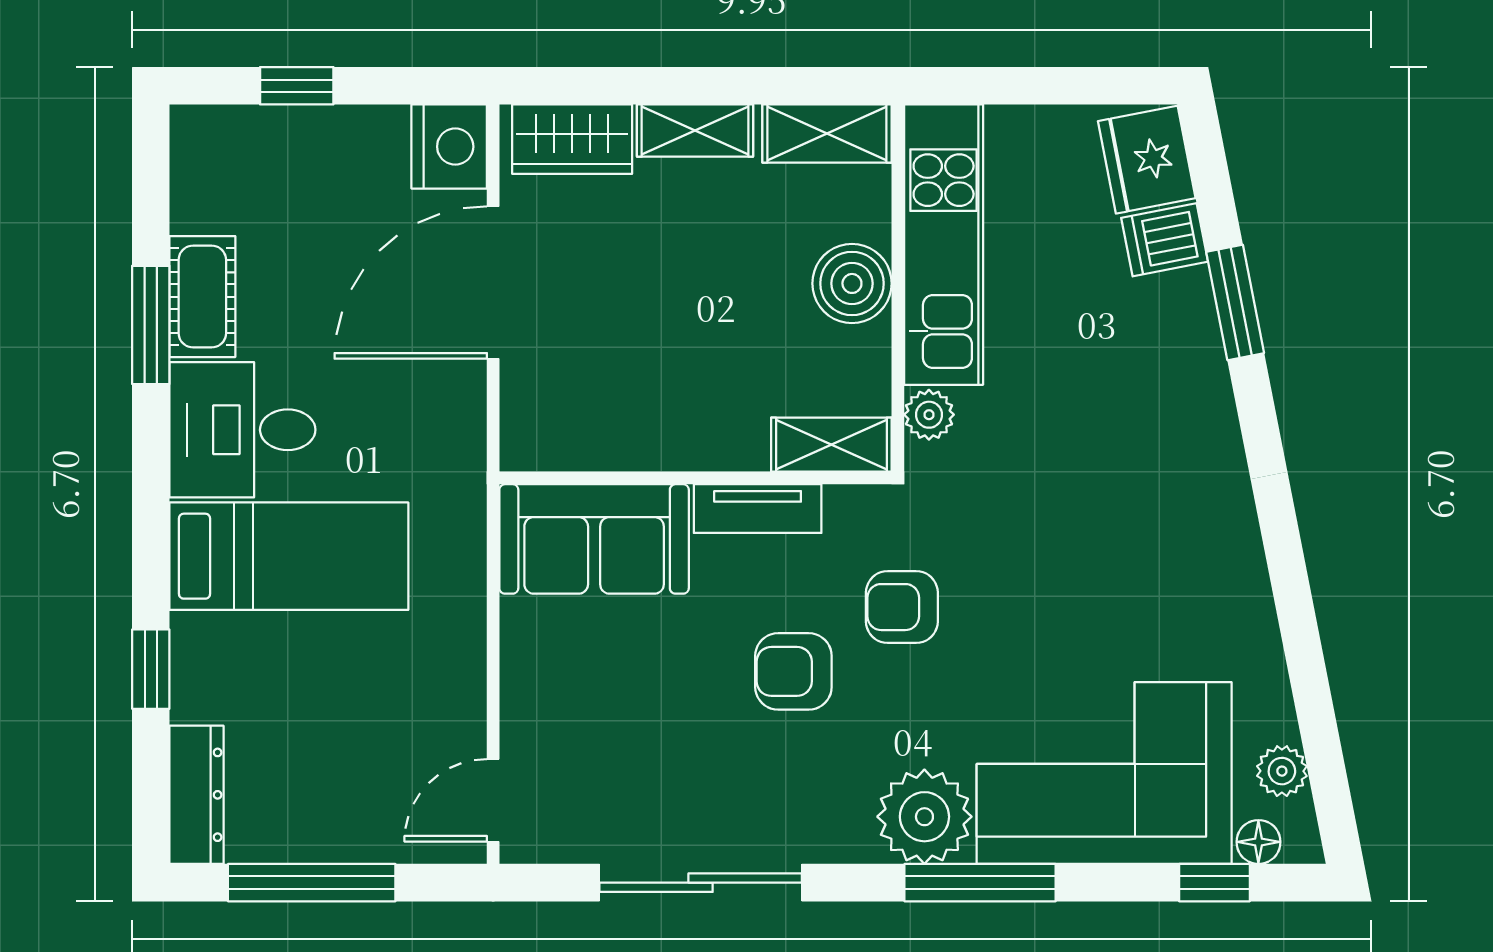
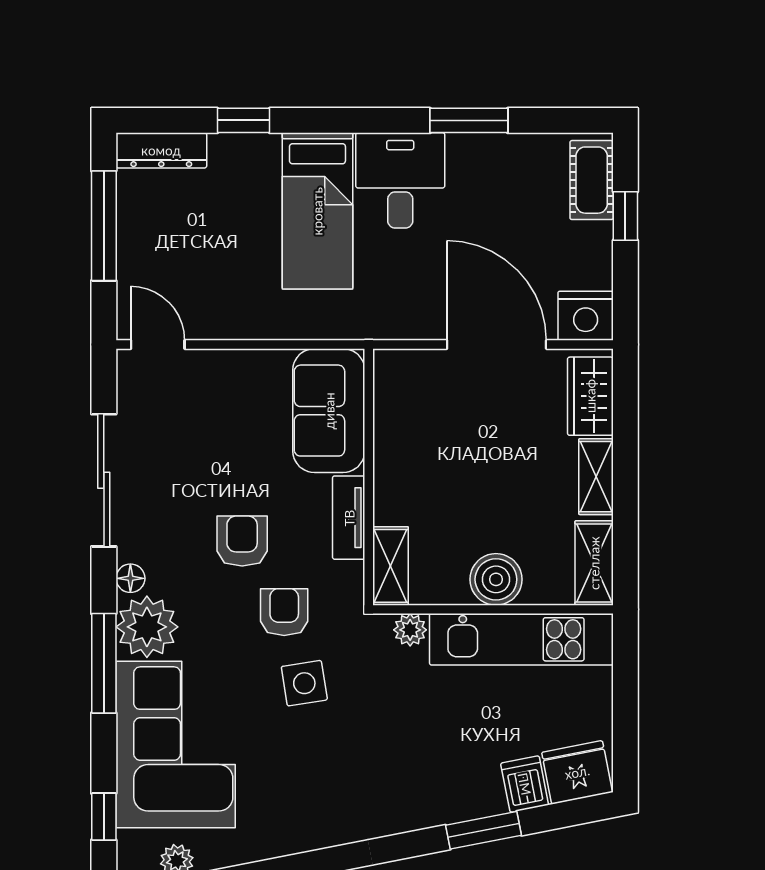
cot: (202, 297) -> (592, 180), moved, turned 90
side table: (1011, 576) -> (304, 683), added
floor lamp: (1258, 842) -> (130, 578), moved

